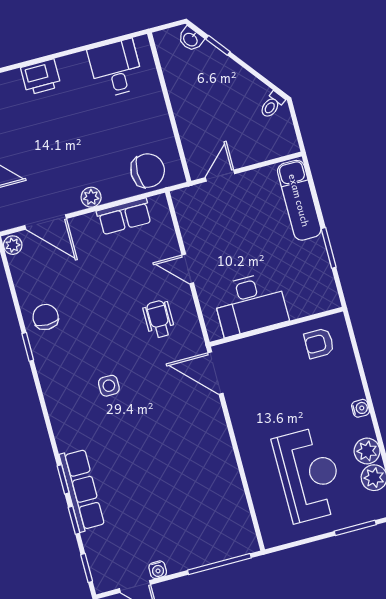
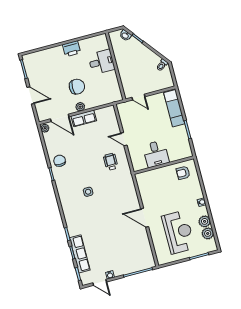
desk: (116, 69) -> (101, 62), moved, turned 90
printer: (41, 77) -> (72, 49), moved
chair: (148, 171) -> (77, 87), moved
door: (220, 176) -> (138, 97), swing flipped
row of seats: (124, 216) -> (84, 118), moved
desk: (250, 304) -> (156, 154), width x0.73
door: (215, 373) -> (145, 218), moved
row of seats: (82, 490) -> (80, 254), moved

